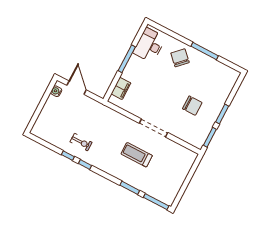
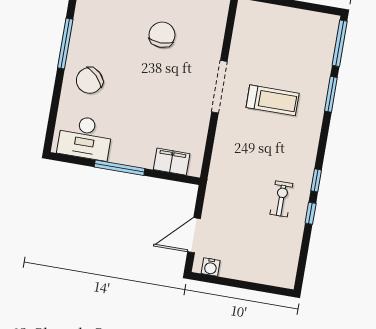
treadmill: (137, 155) -> (273, 100), turned -90

